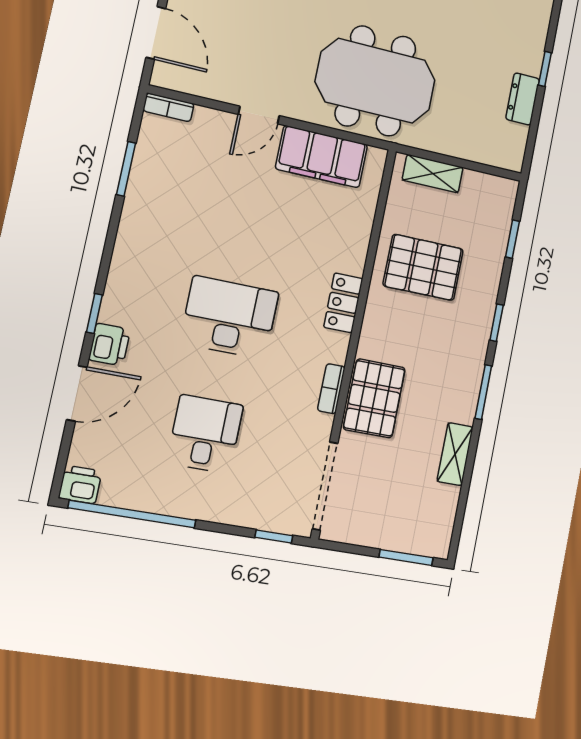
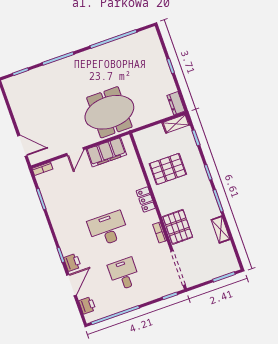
dresser: (523, 99) -> (176, 103), moved
shelving: (433, 174) -> (176, 124), moved
printer: (80, 485) -> (87, 305), moved, turned 90

